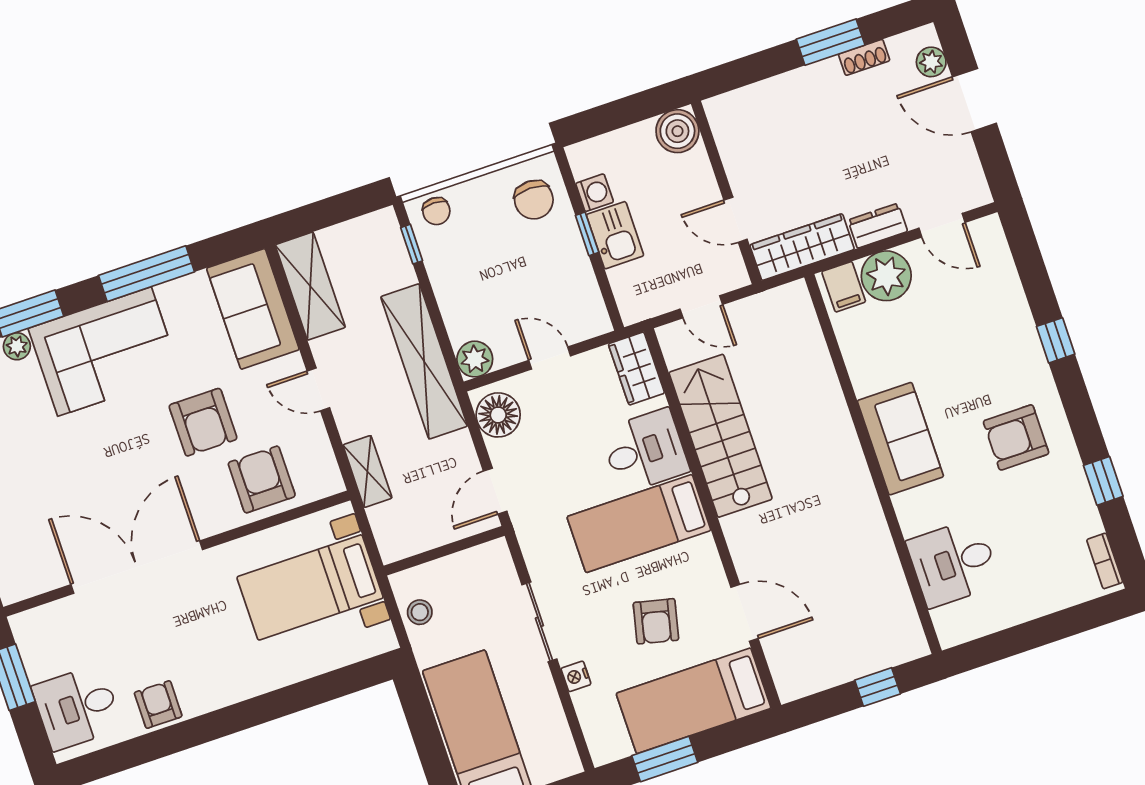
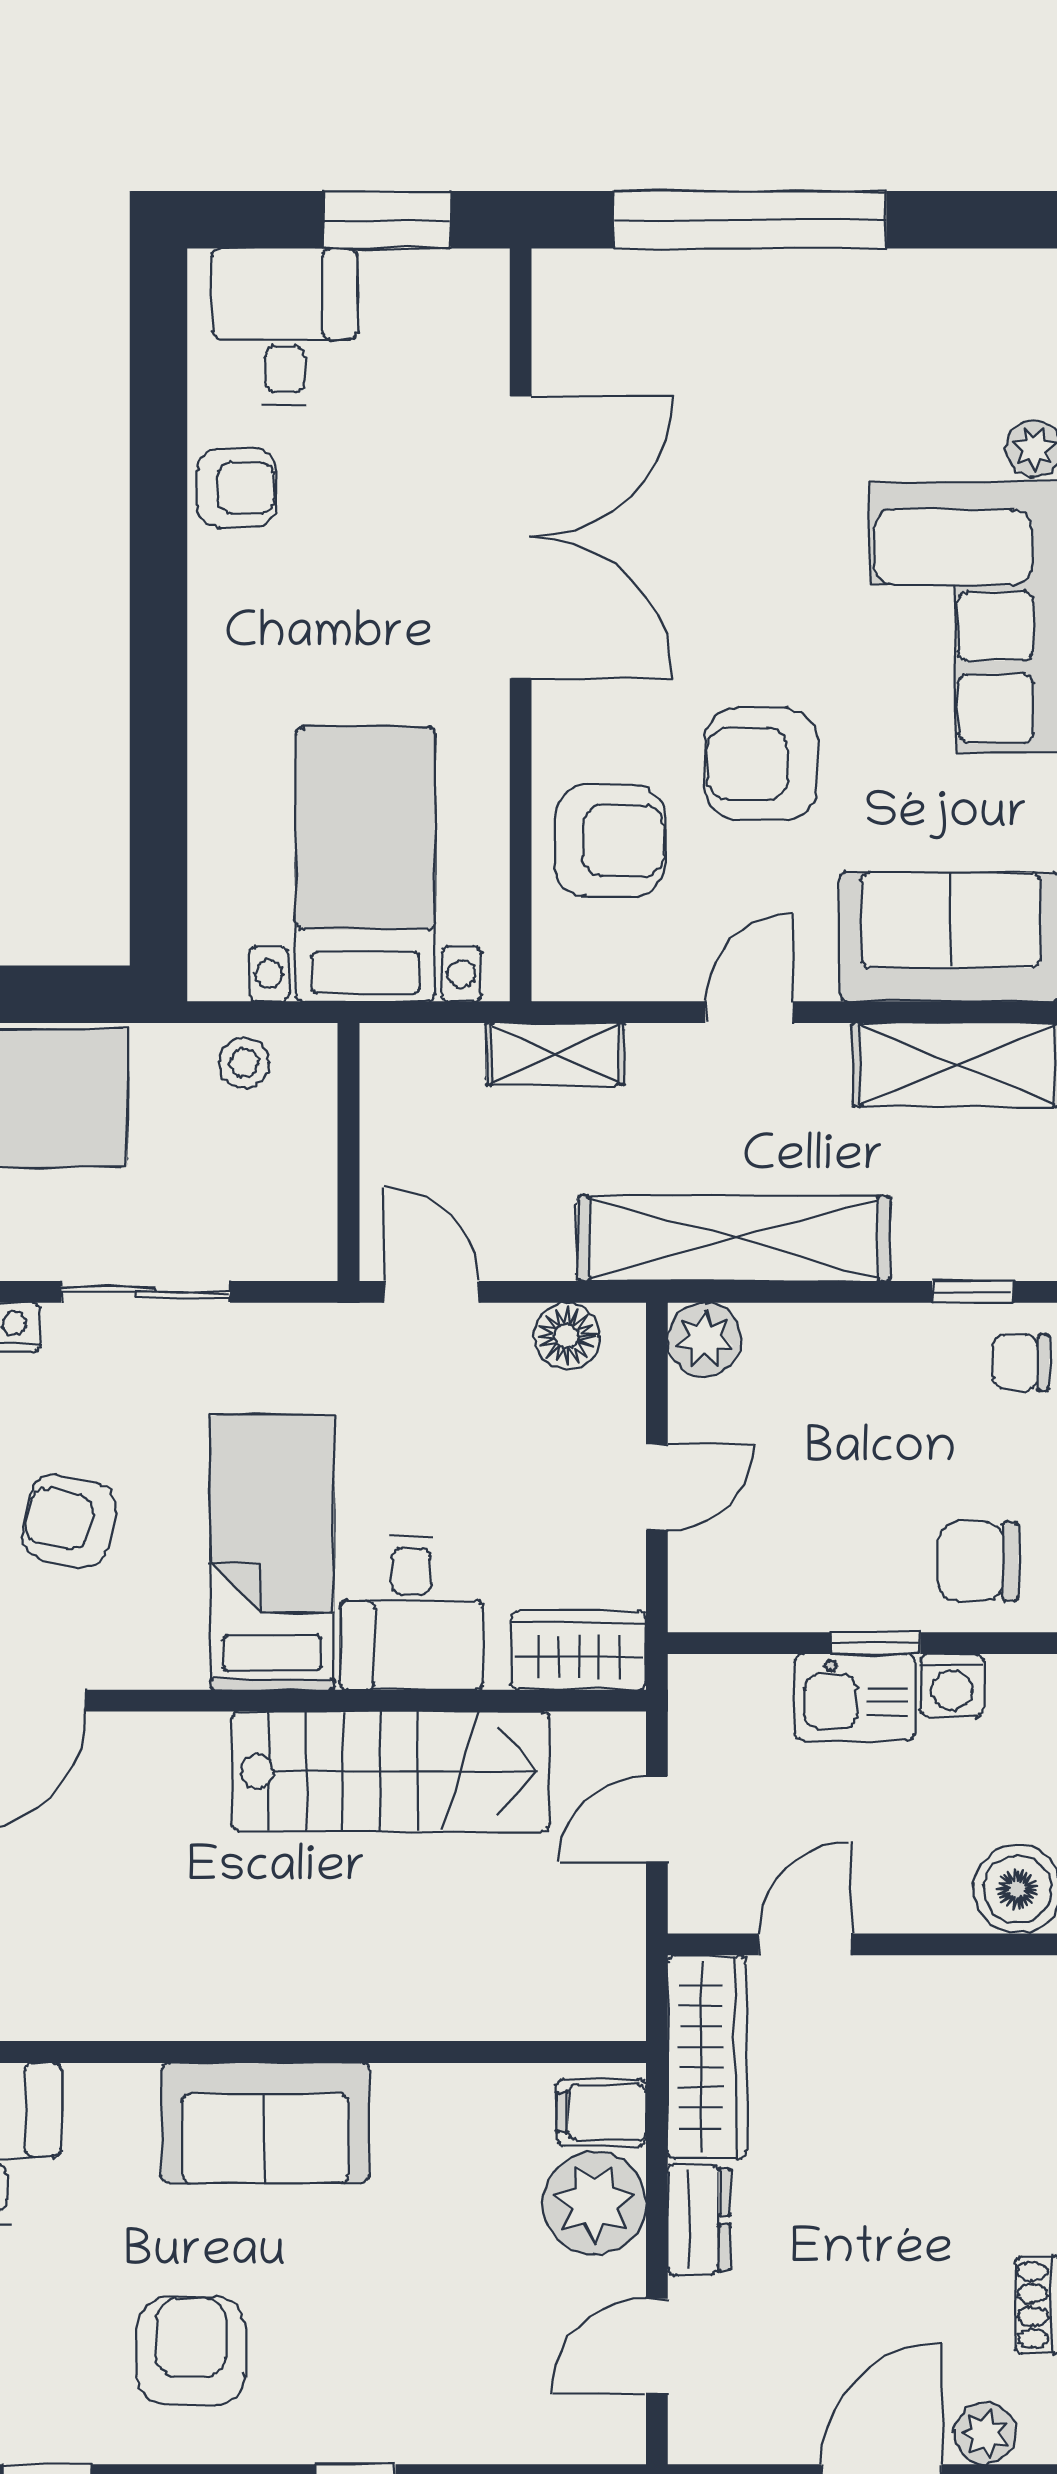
floor lamp: (498, 415) -> (567, 1336), width x0.73, depth x0.73

